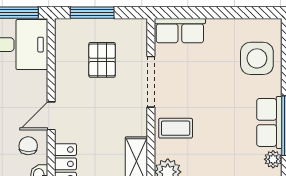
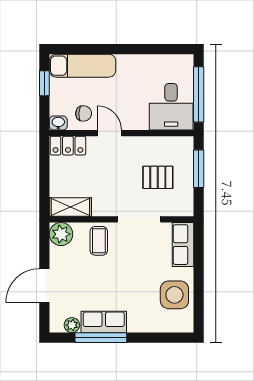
side table: (257, 58) -> (174, 295), moved

